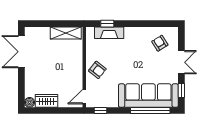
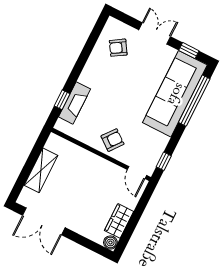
shelving: (66, 33) -> (41, 170), moved

